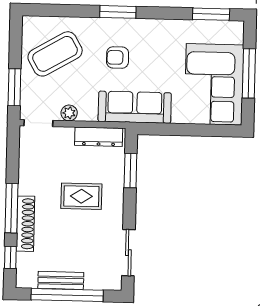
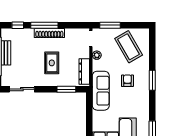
shoe rack: (26, 224) -> (49, 33), moved

